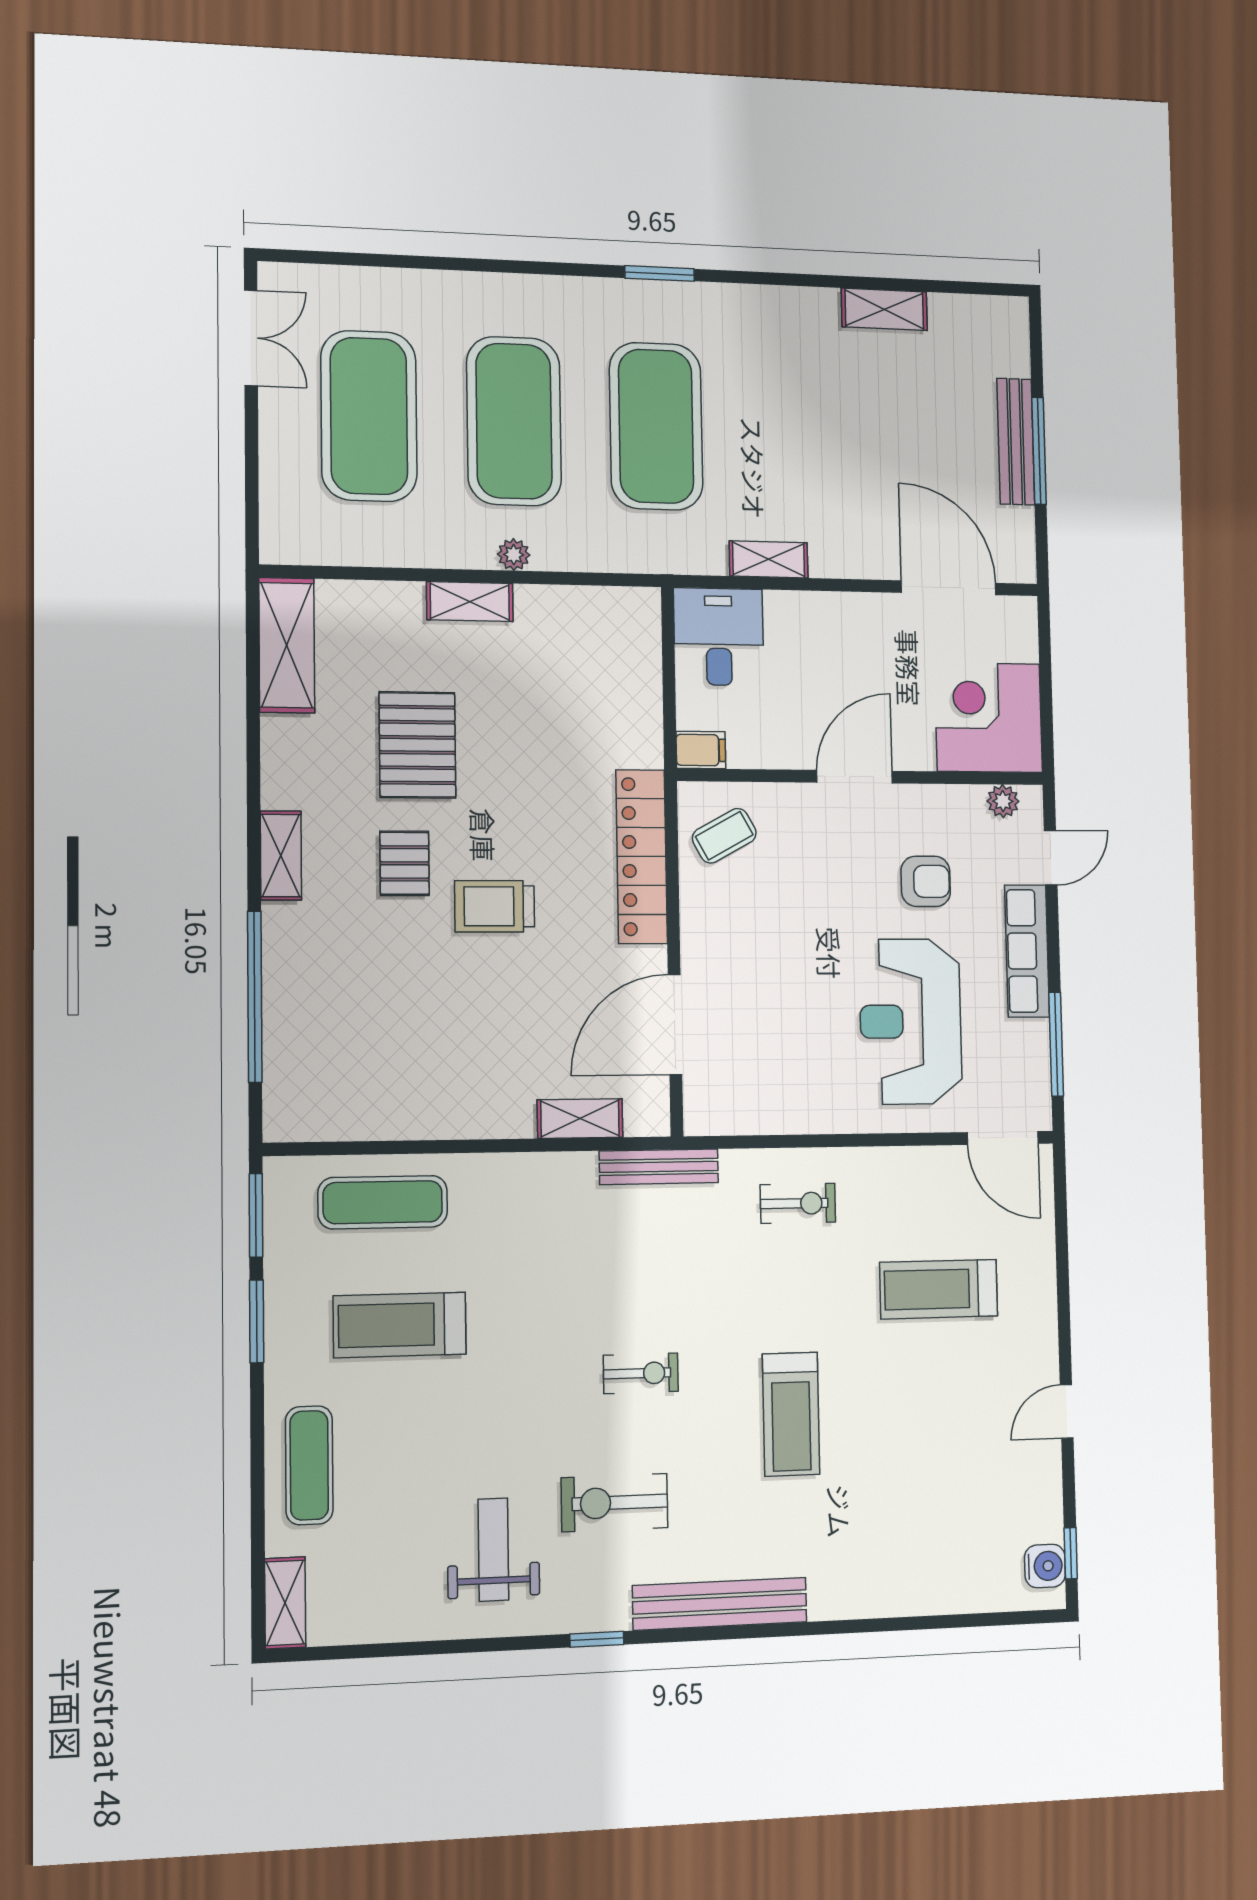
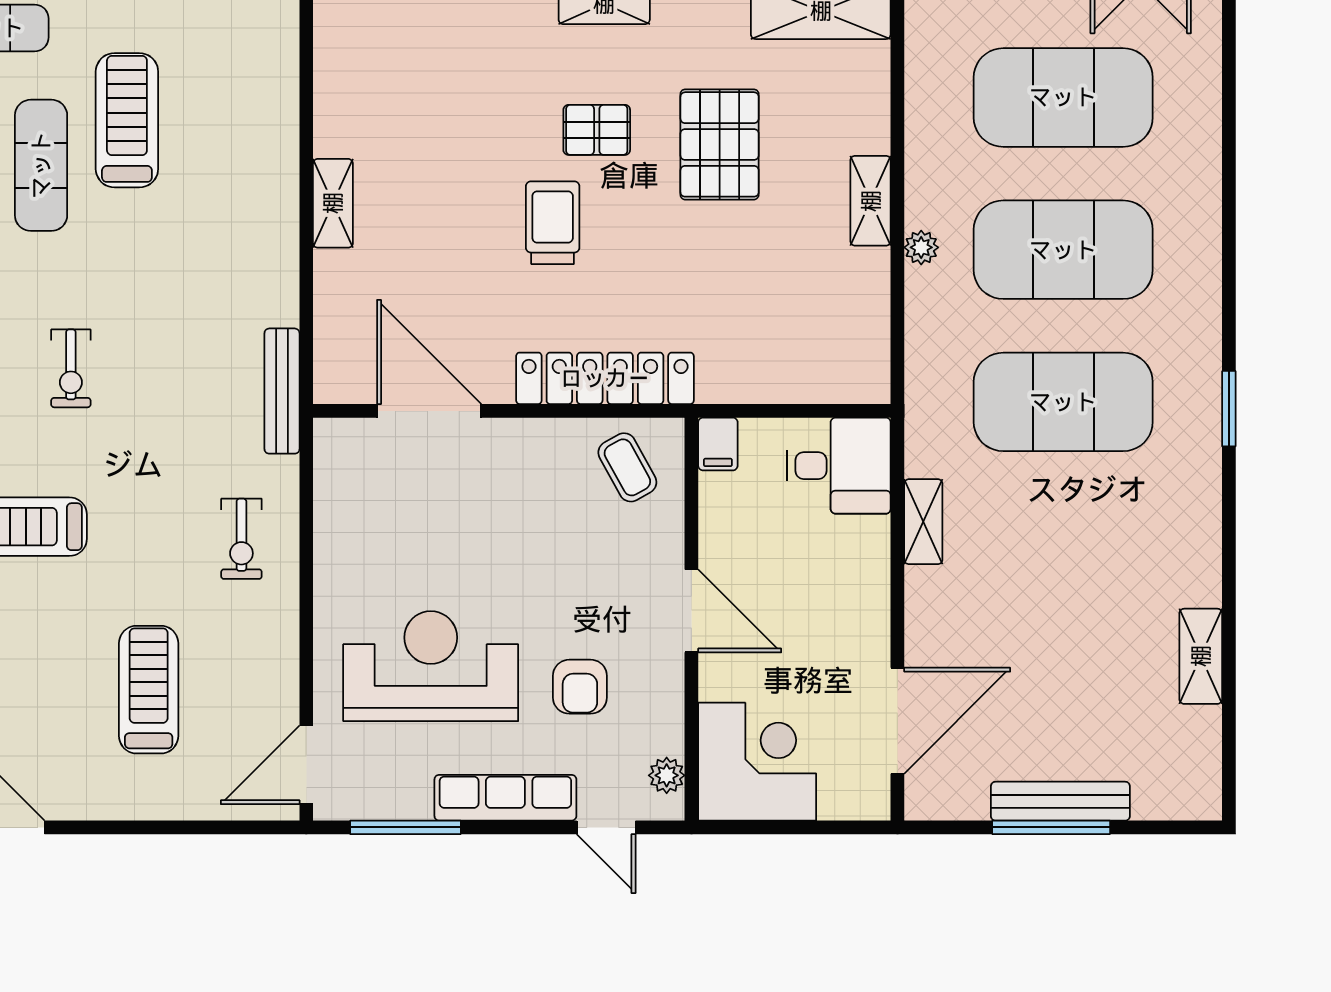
pallet: (417, 745) -> (720, 144), turned 90
shelving: (580, 1119) -> (333, 203), moved
exercise mat: (383, 1202) -> (41, 165), moved

